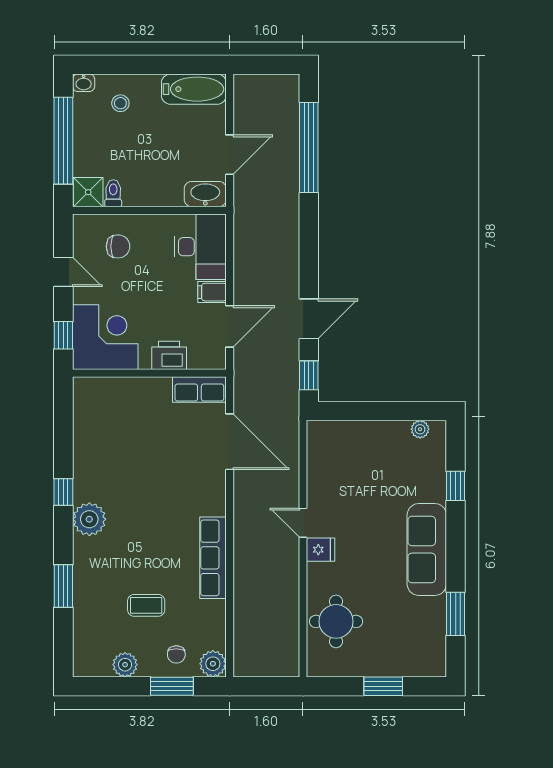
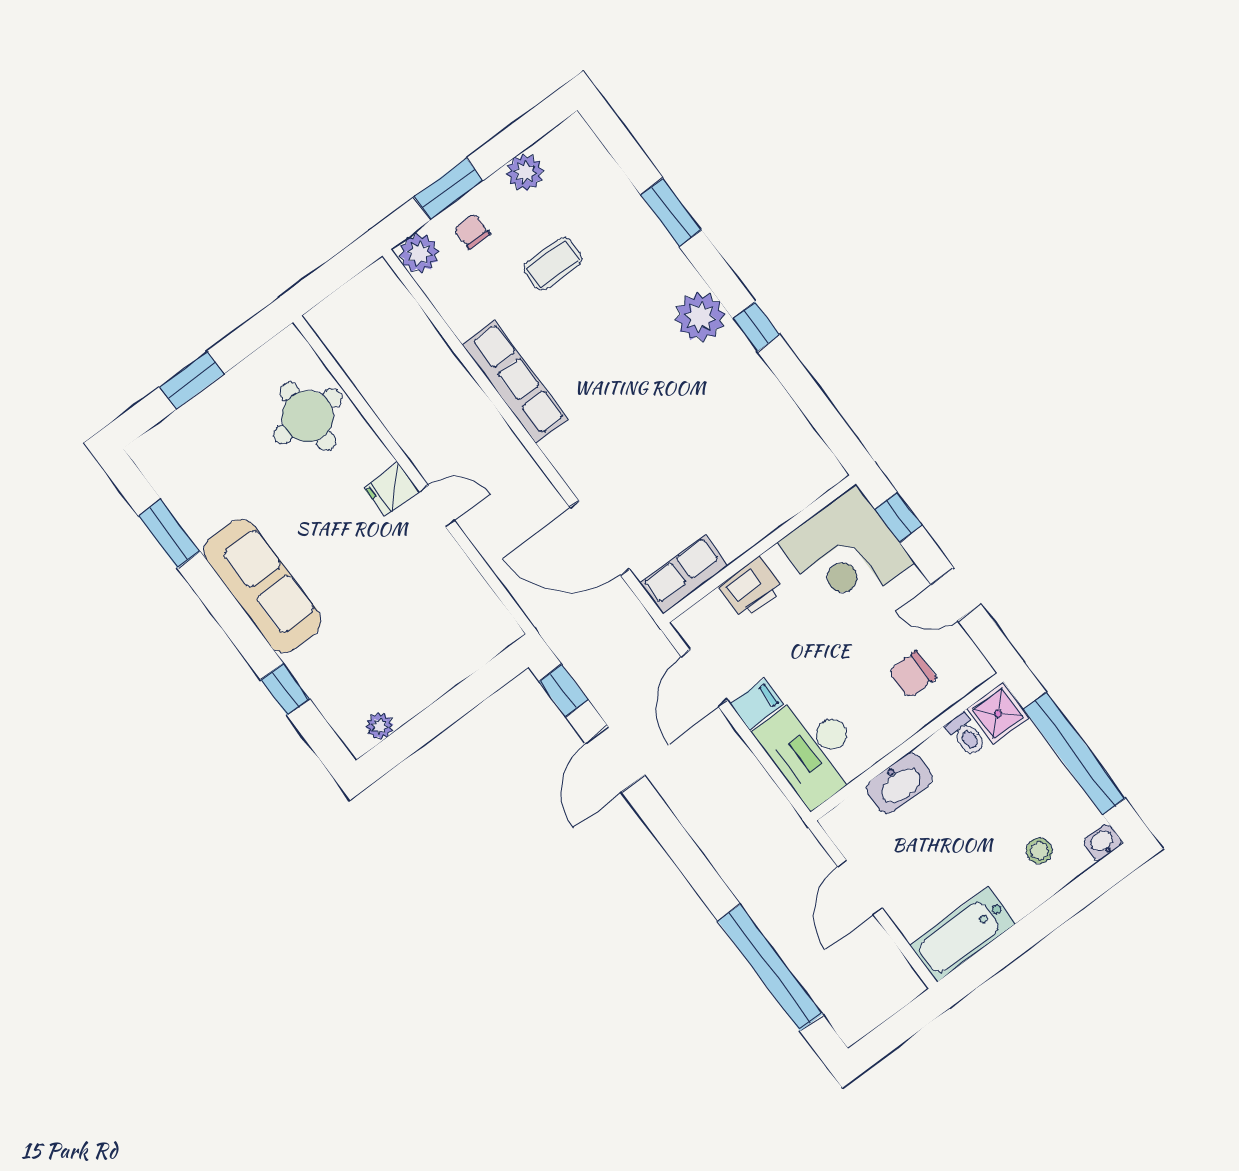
washbasin: (205, 194) -> (899, 783), moved

